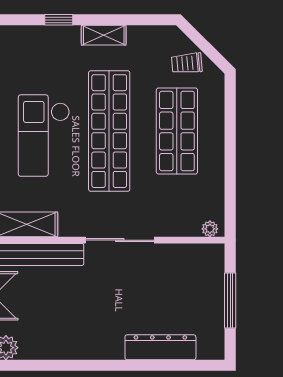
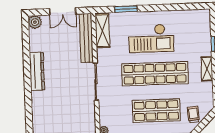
checkout: (44, 136) -> (151, 38), turned 180
dresser: (160, 347) -> (37, 71), moved

